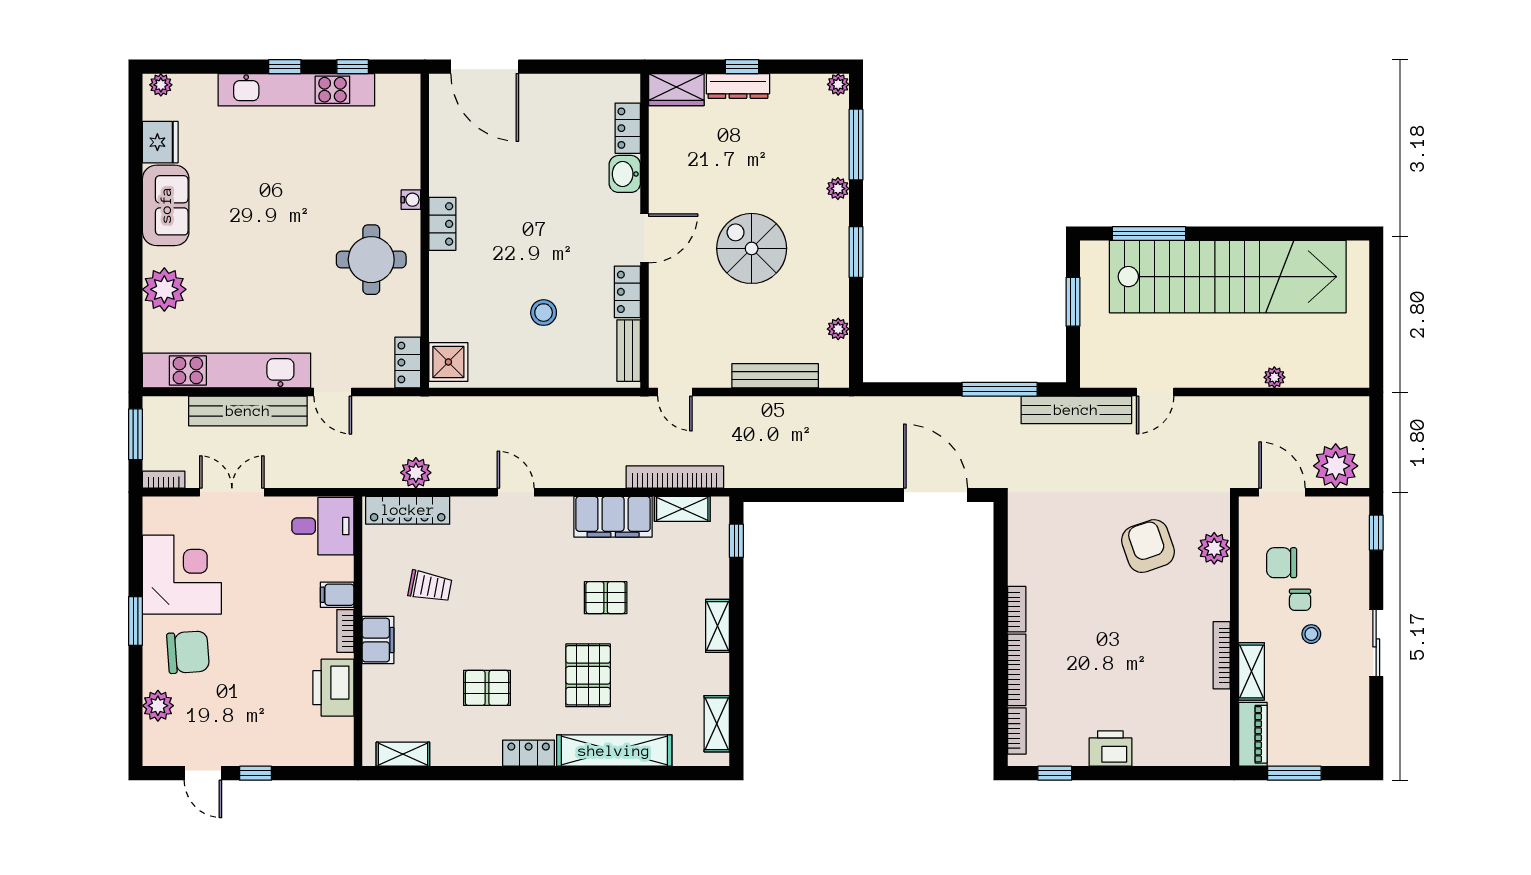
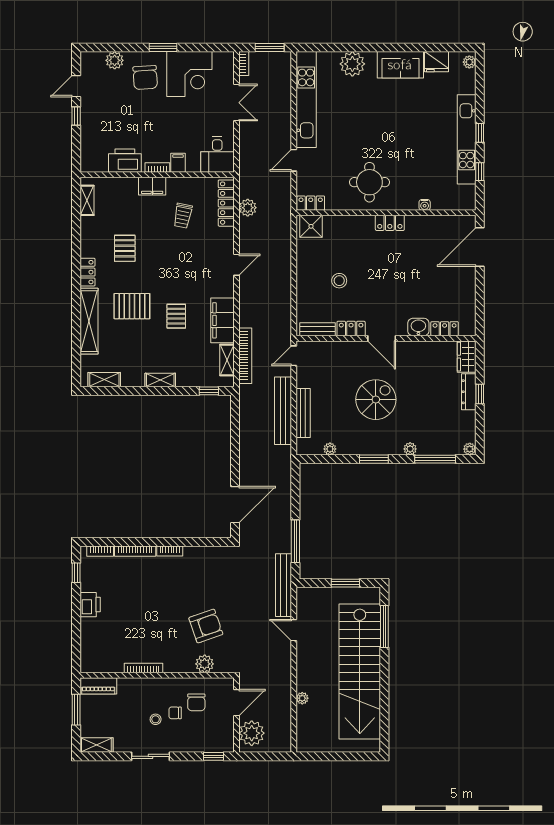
water cooler: (411, 200) -> (425, 205), moved
bench: (248, 411) -> (283, 411), moved
chair: (1282, 563) -> (196, 702), turned 180
shelving: (1251, 671) -> (96, 745), moved

